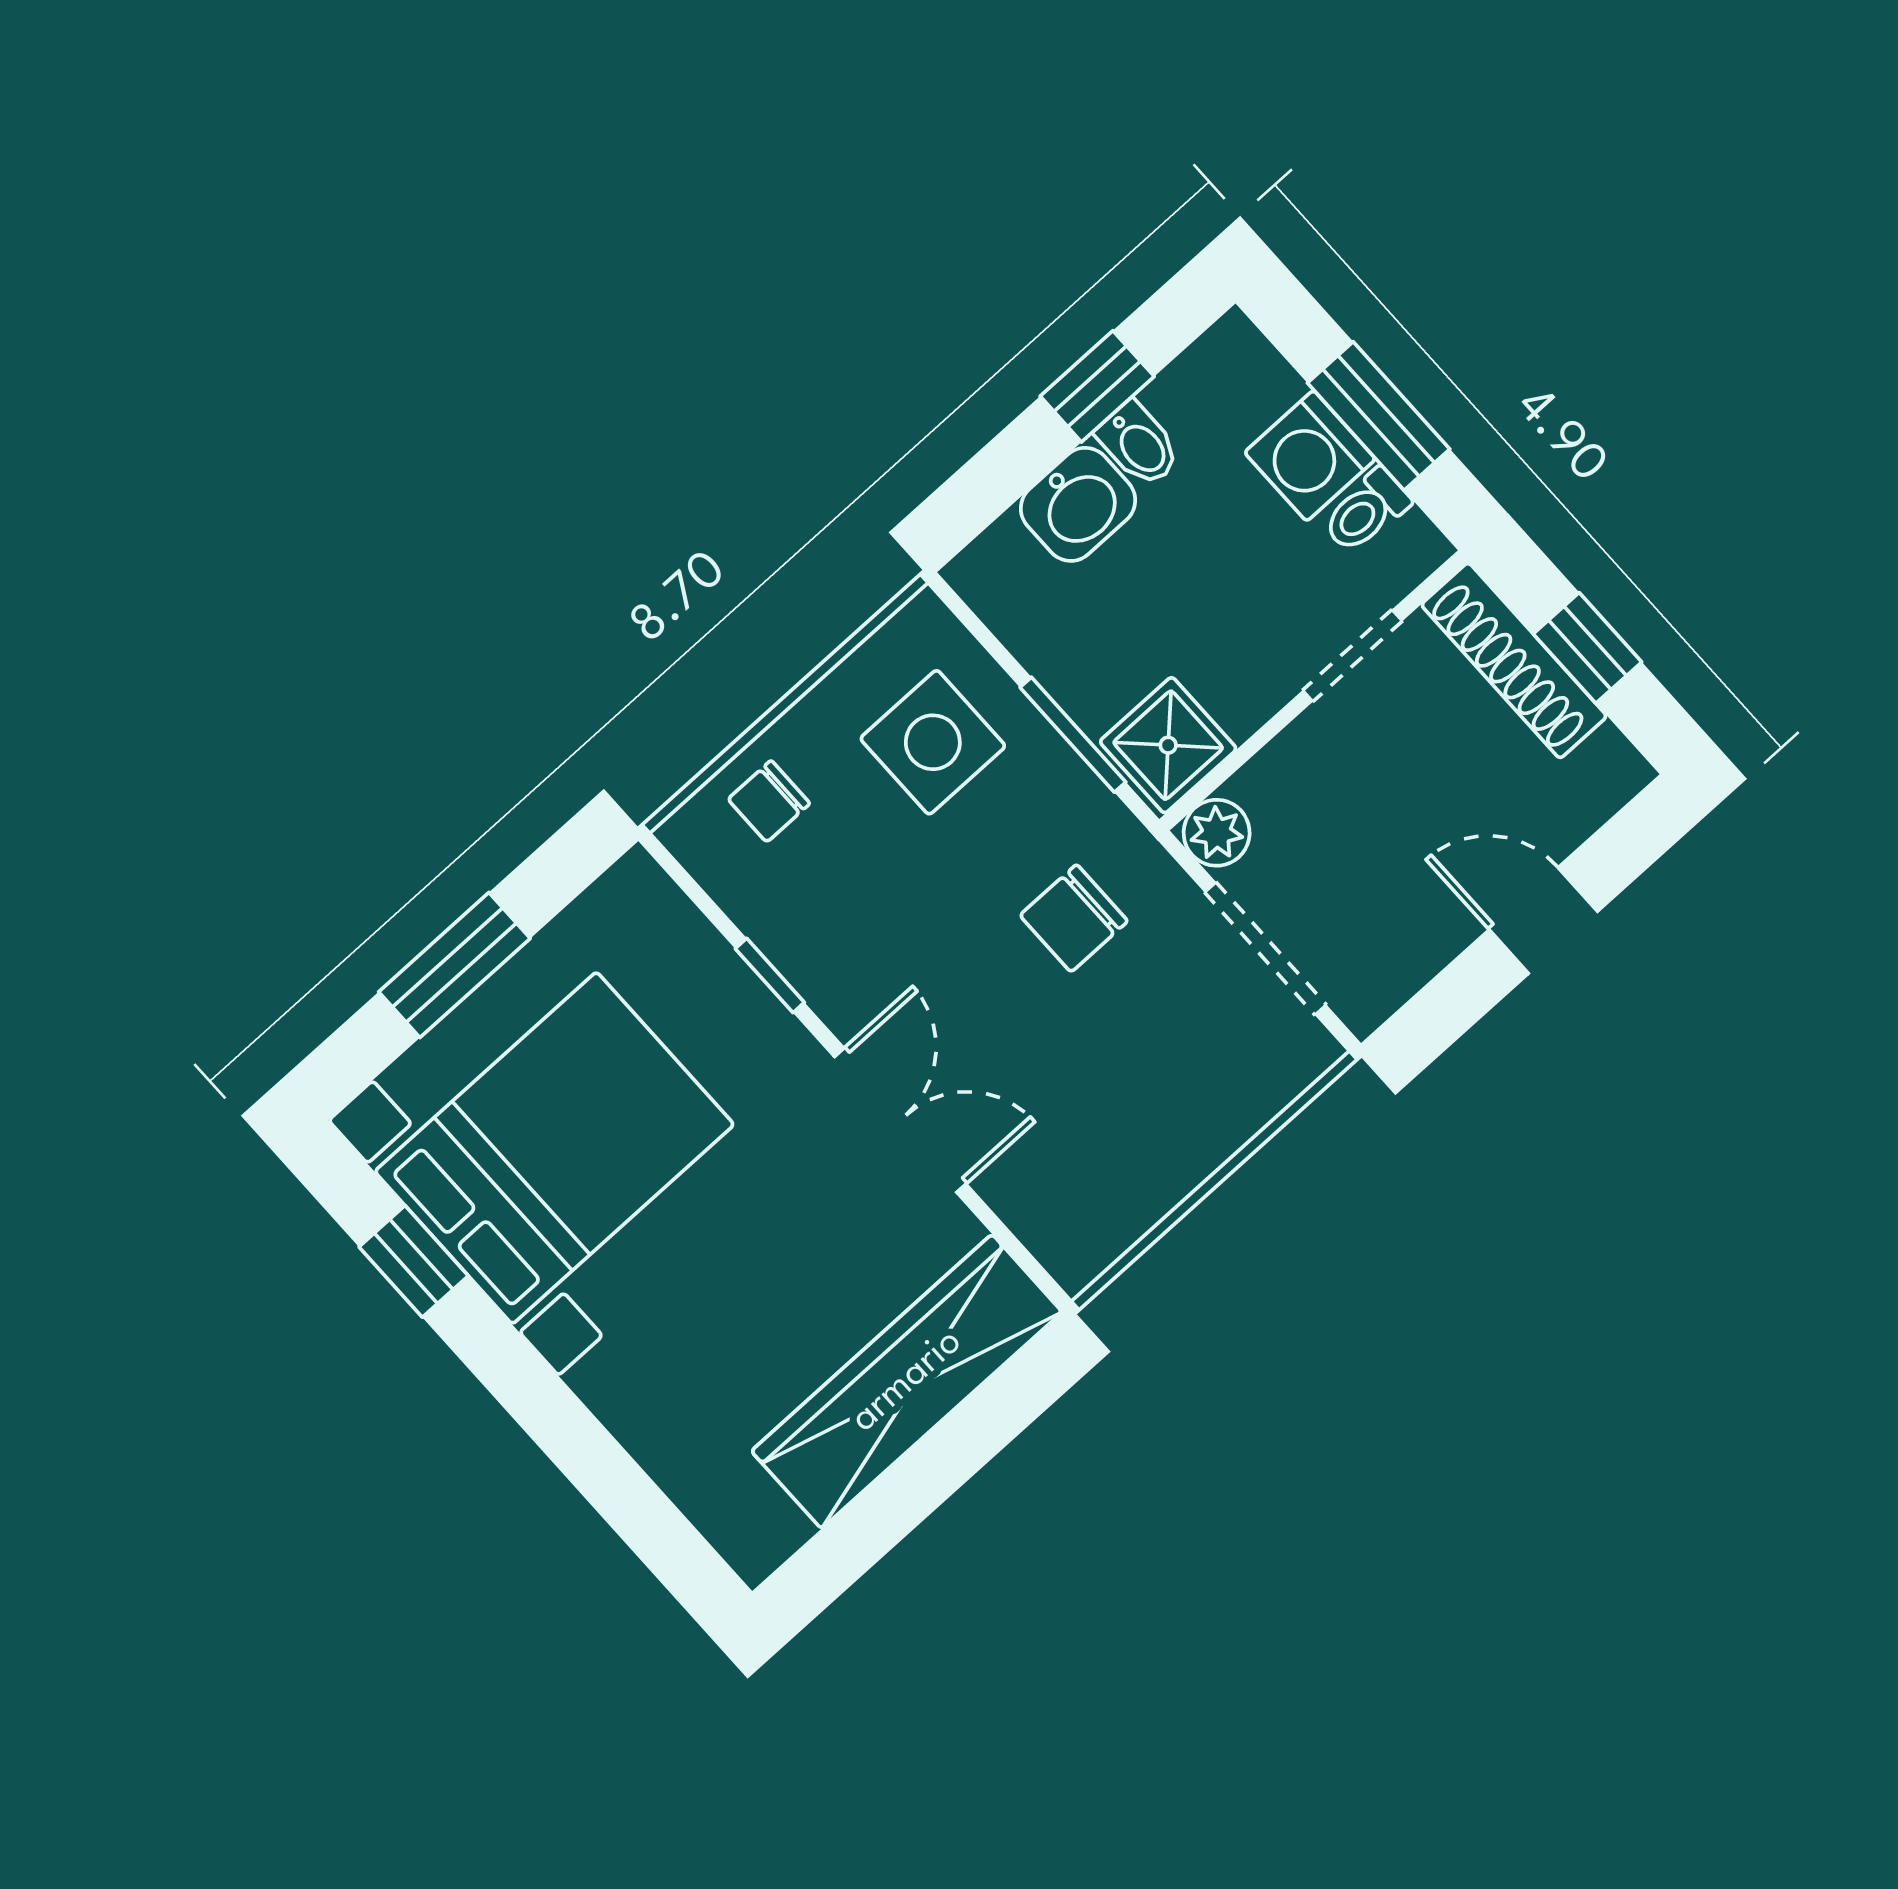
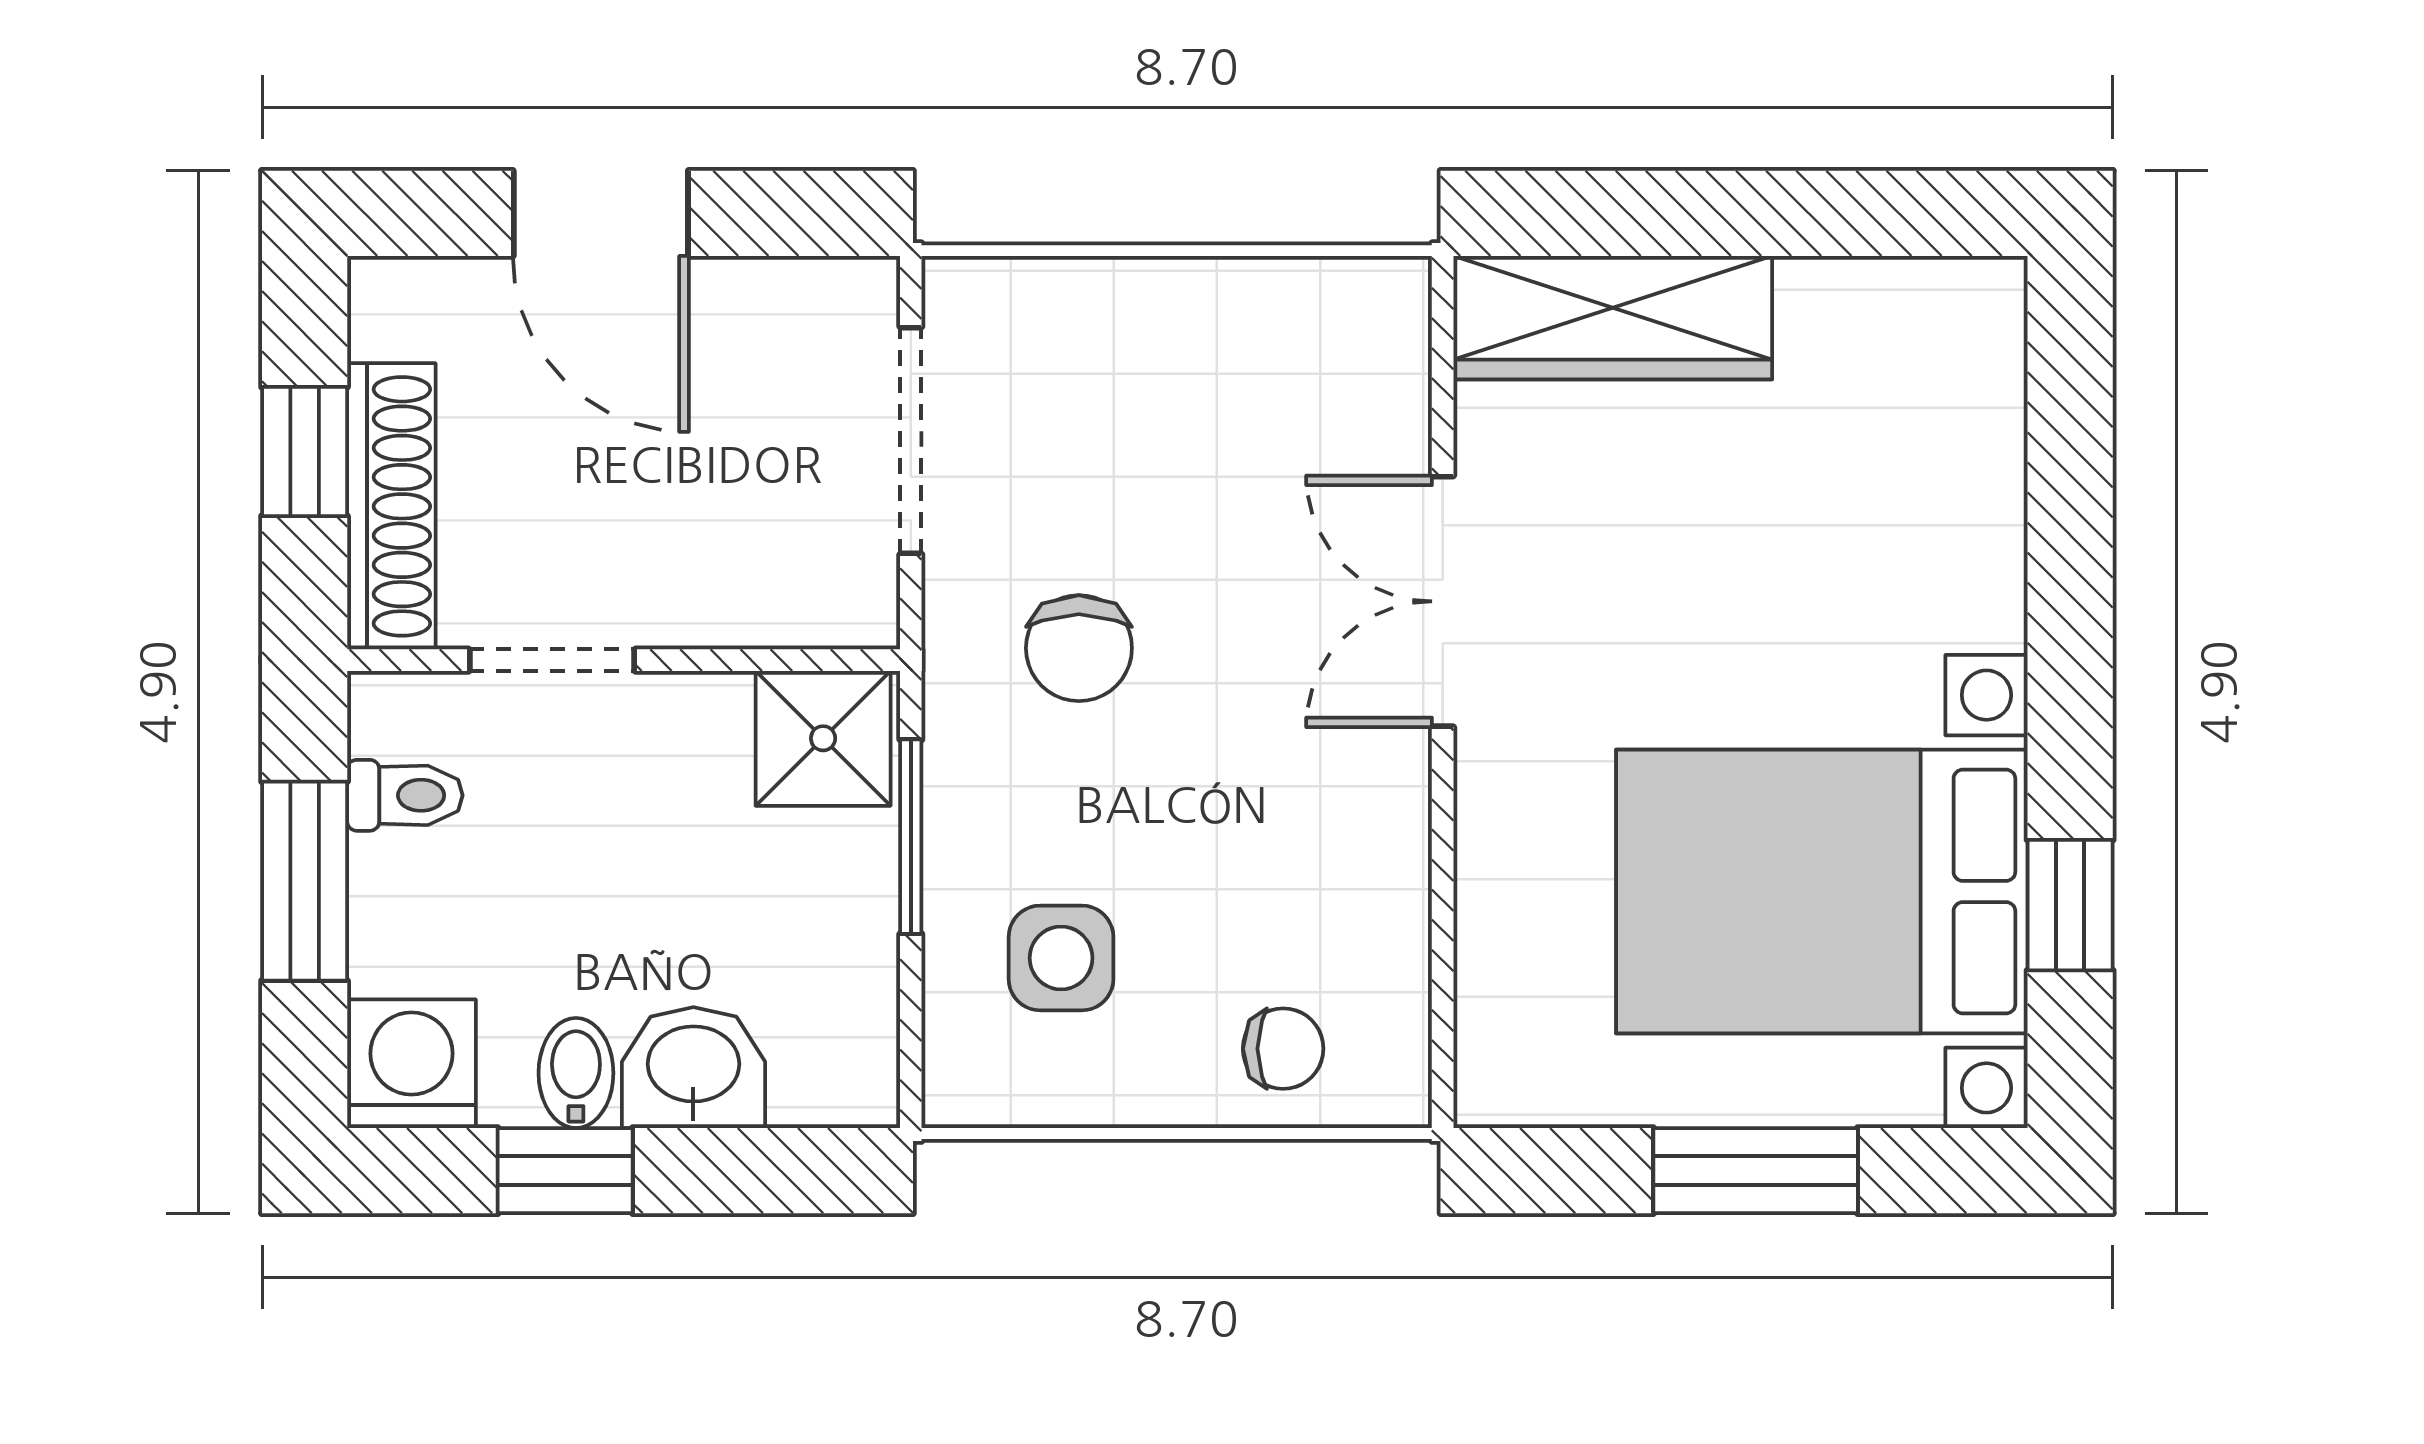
washing machine: (1310, 456) -> (411, 1064), moved, turned -90
side table: (933, 742) -> (1061, 958), width x0.73, depth x0.73
plant: (1217, 833) -> (854, 604), removed
chair: (1074, 918) -> (1079, 648), turned 90
door: (1543, 921) -> (601, 213), width x1.38
window: (770, 976) -> (1443, 869), removed
wardrobe: (907, 1381) -> (1613, 318), width x0.71, depth x0.85

